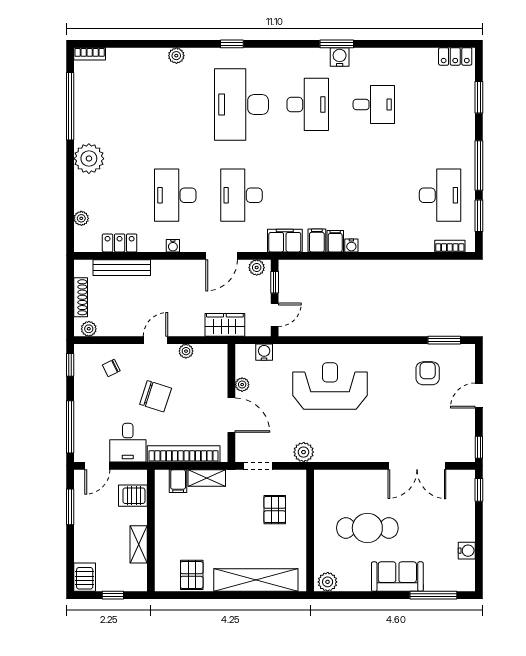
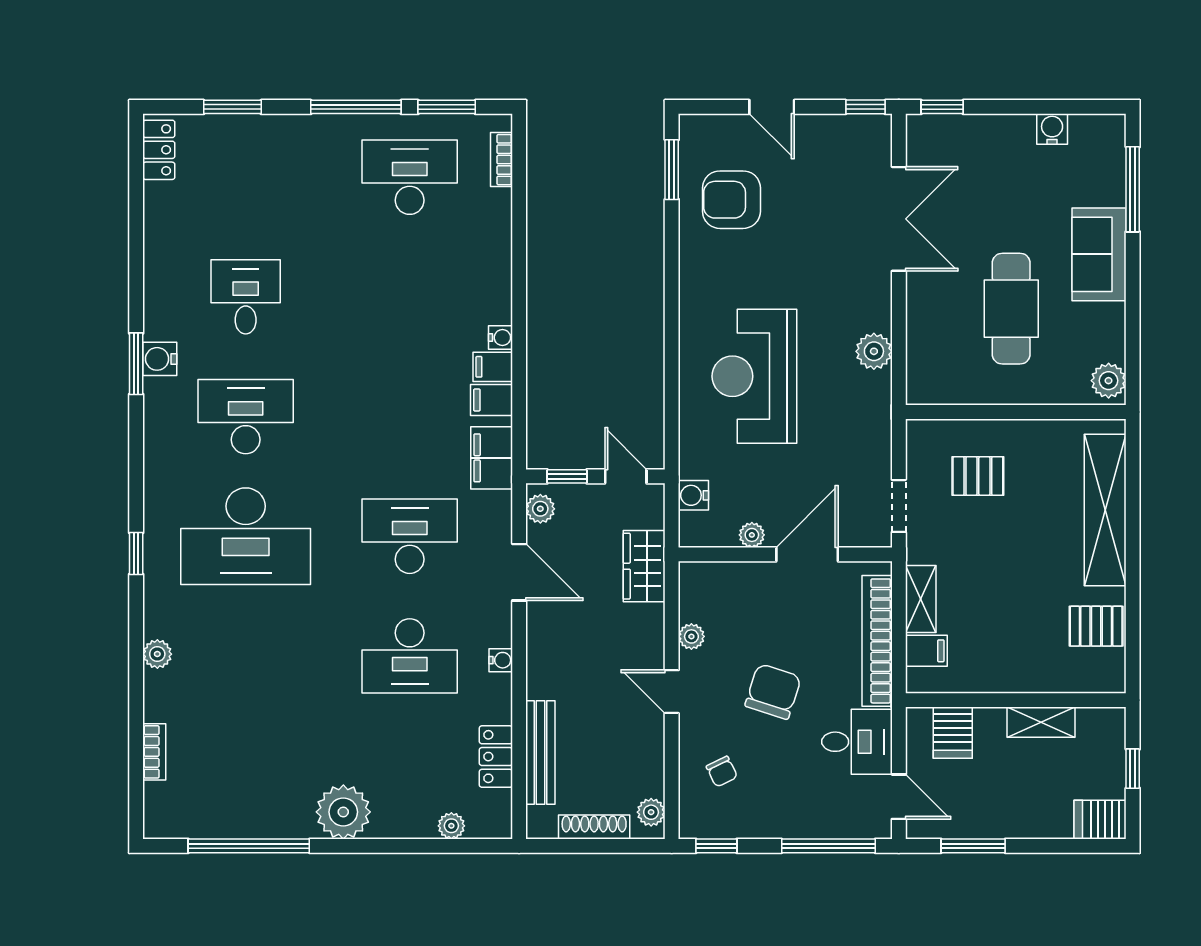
bookcase: (90, 54) -> (154, 752), moved
desk: (241, 195) -> (410, 536), turned 180
armchair: (428, 373) -> (731, 200), width x1.38, depth x1.38
plant: (304, 452) -> (874, 351), moved

